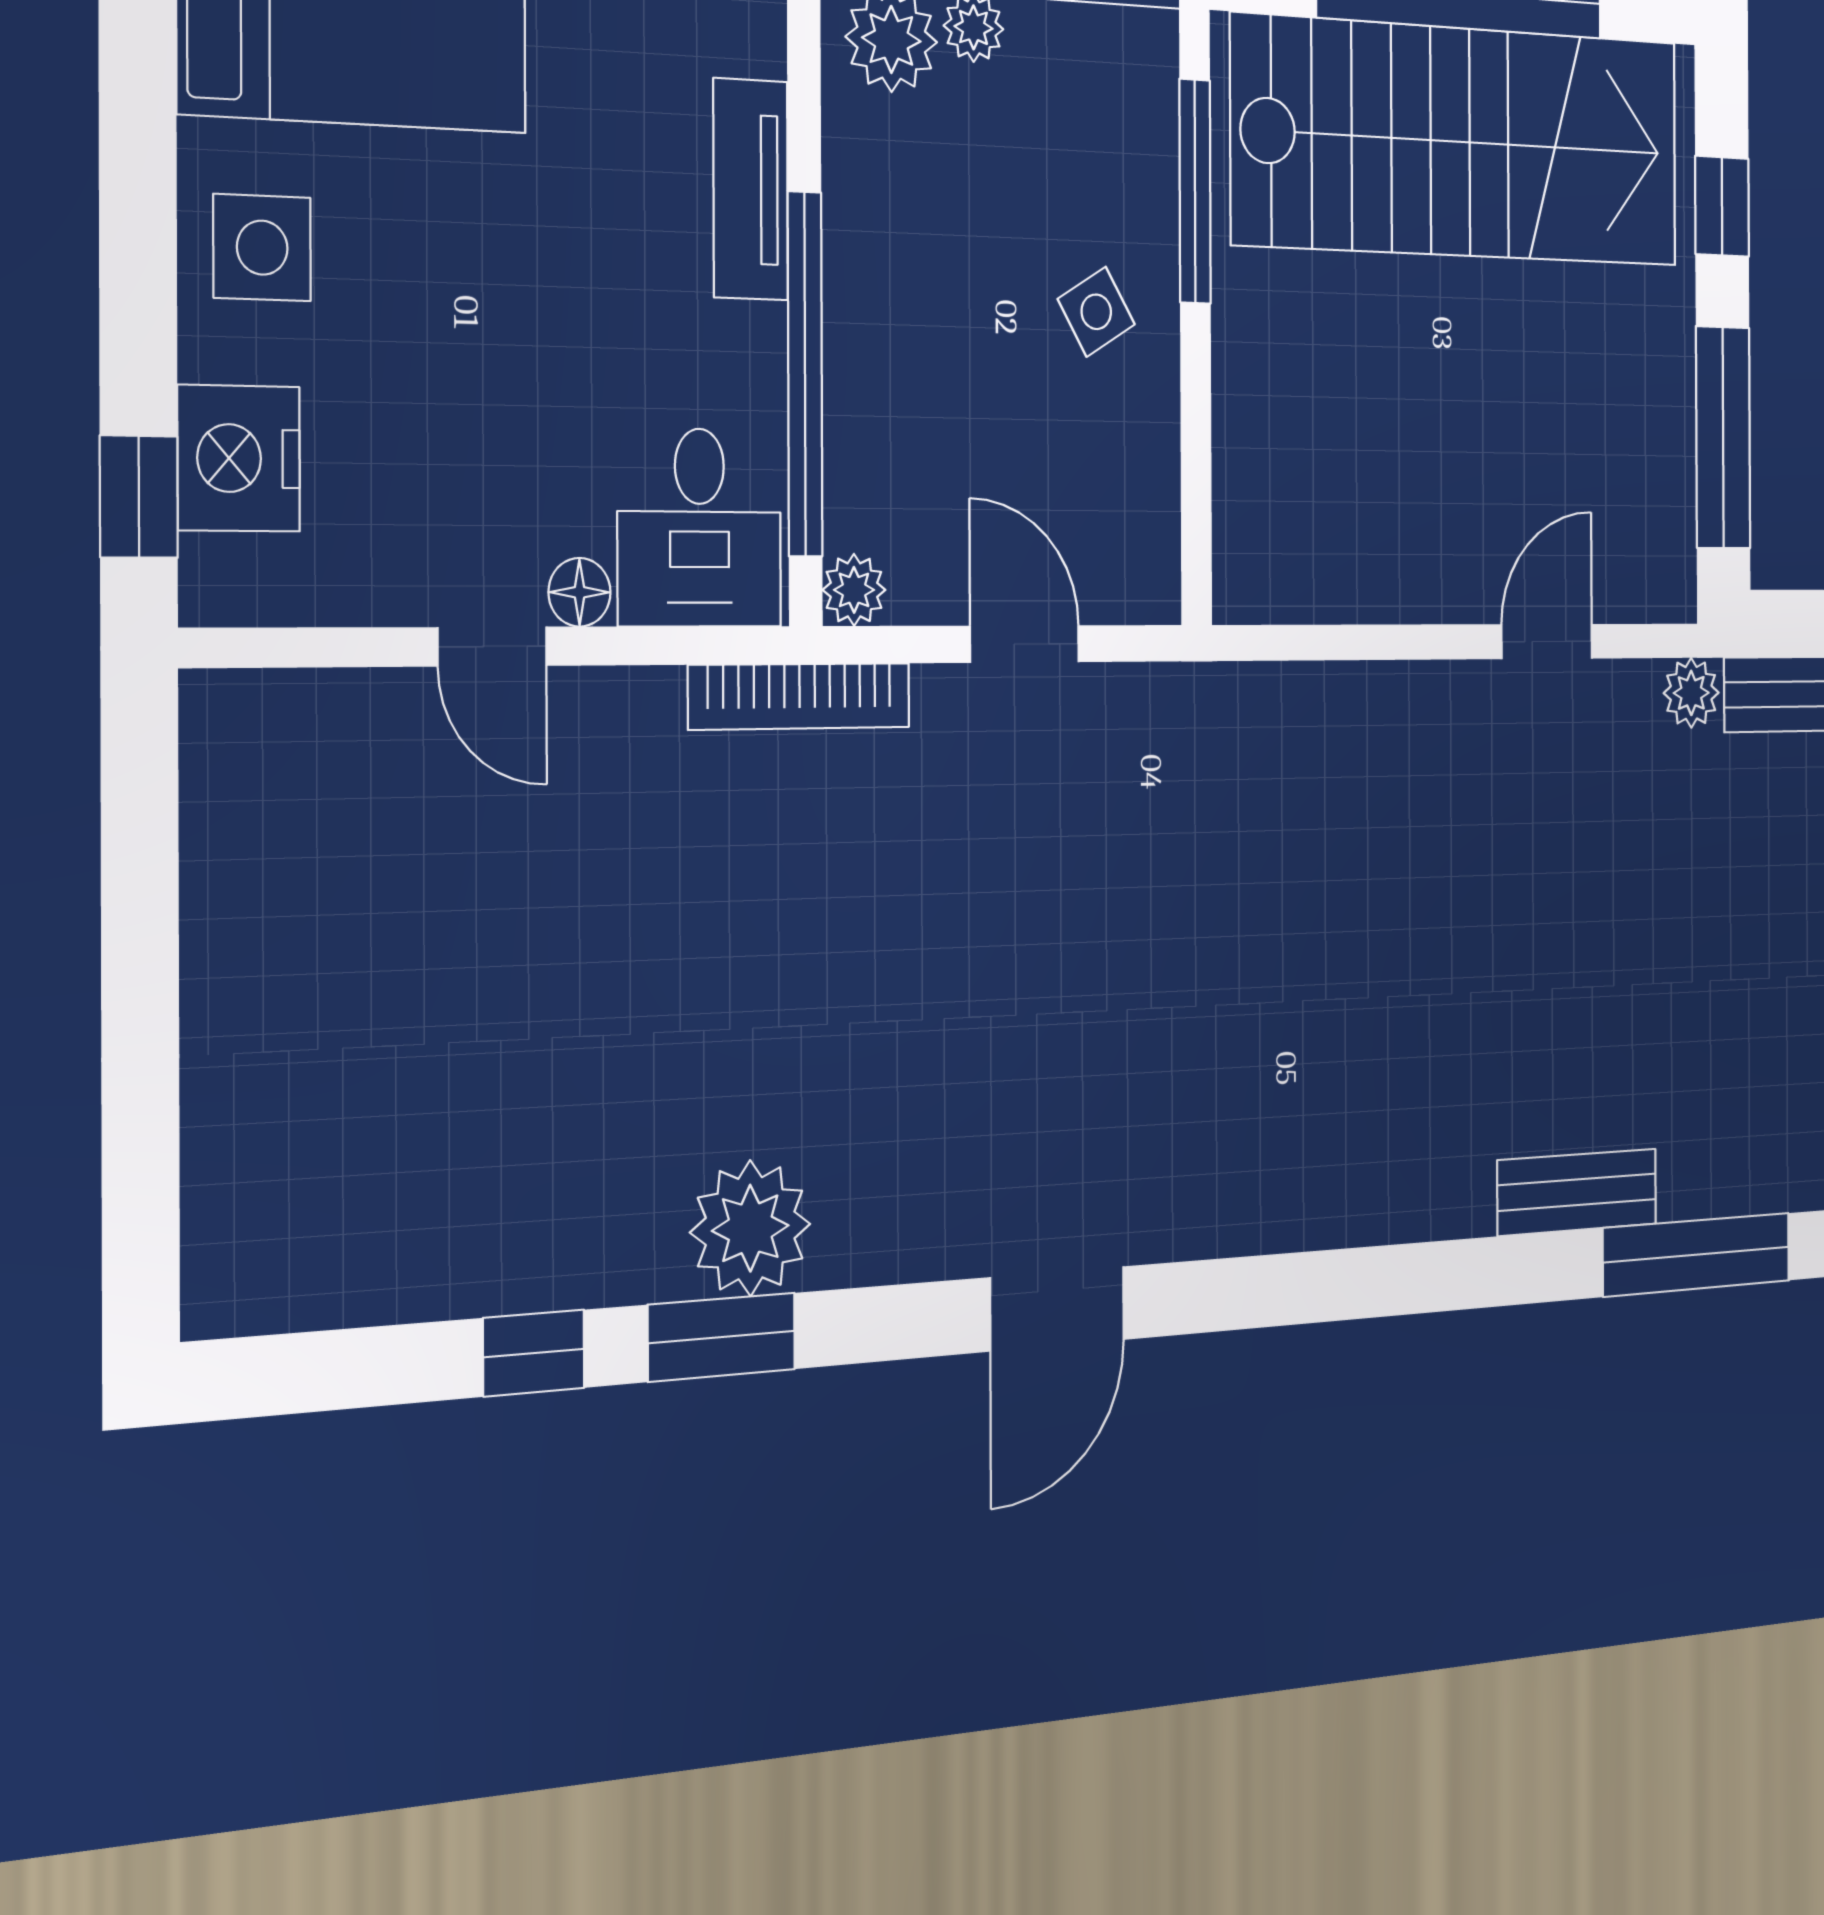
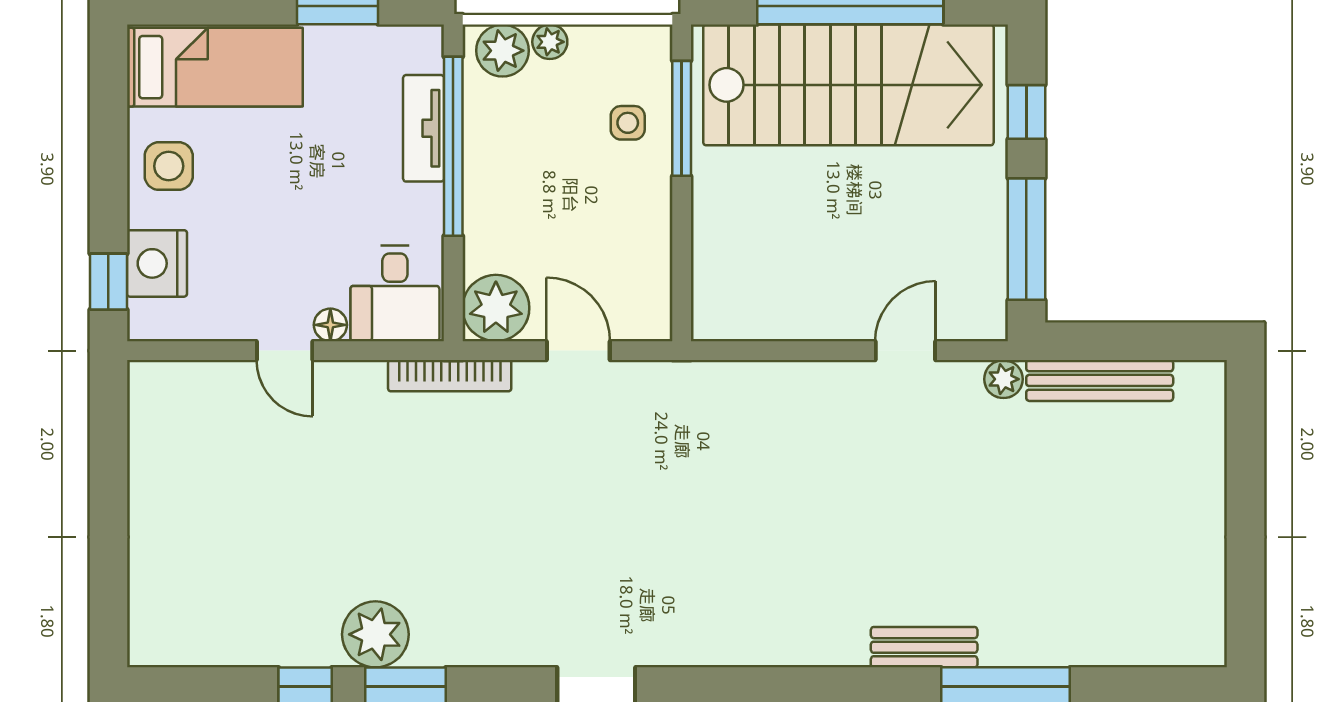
side table: (1096, 312) -> (628, 123), moved, turned 31
window: (805, 374) -> (453, 146), moved
plant: (854, 590) -> (496, 308), width x1.88, depth x1.88
plant: (750, 1228) -> (375, 634), moved

